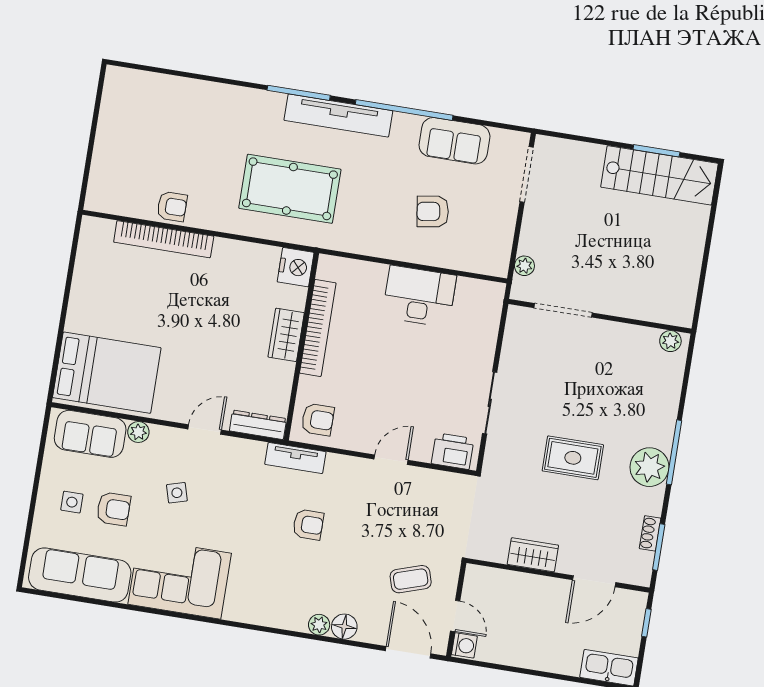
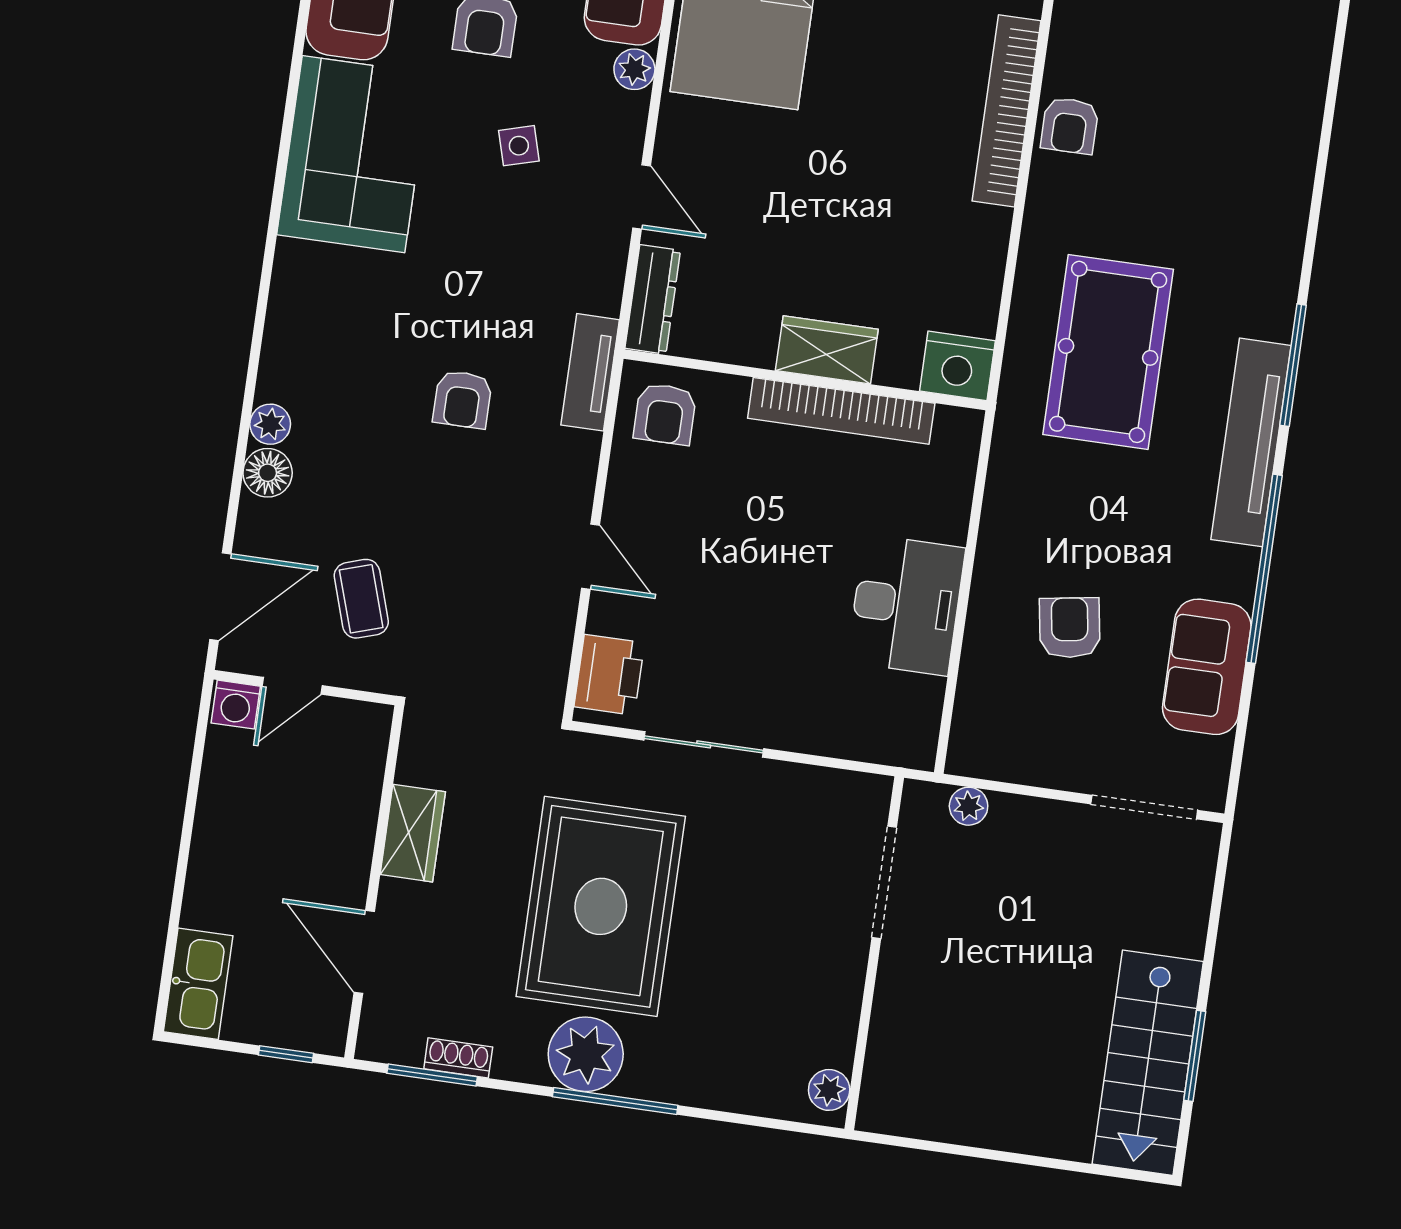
rug: (573, 458) -> (601, 906), width x1.86, depth x2.06

